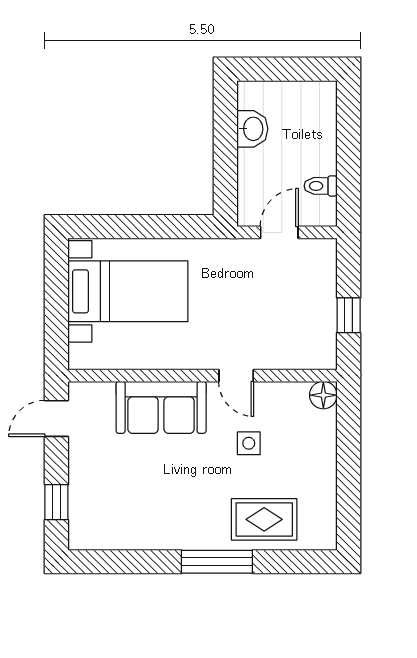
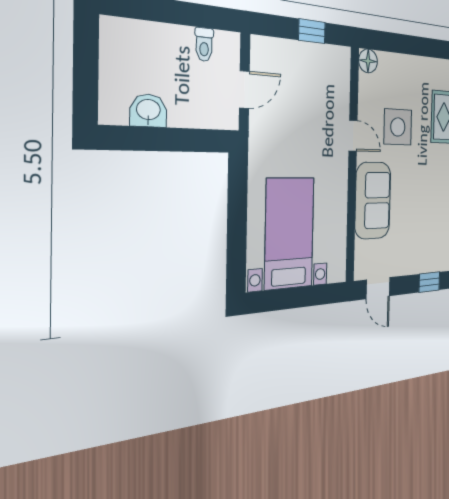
door: (279, 232) -> (244, 90), swing flipped
door: (236, 376) -> (353, 136), hinge flipped
side table: (249, 443) -> (398, 127), width x1.87, depth x1.87

